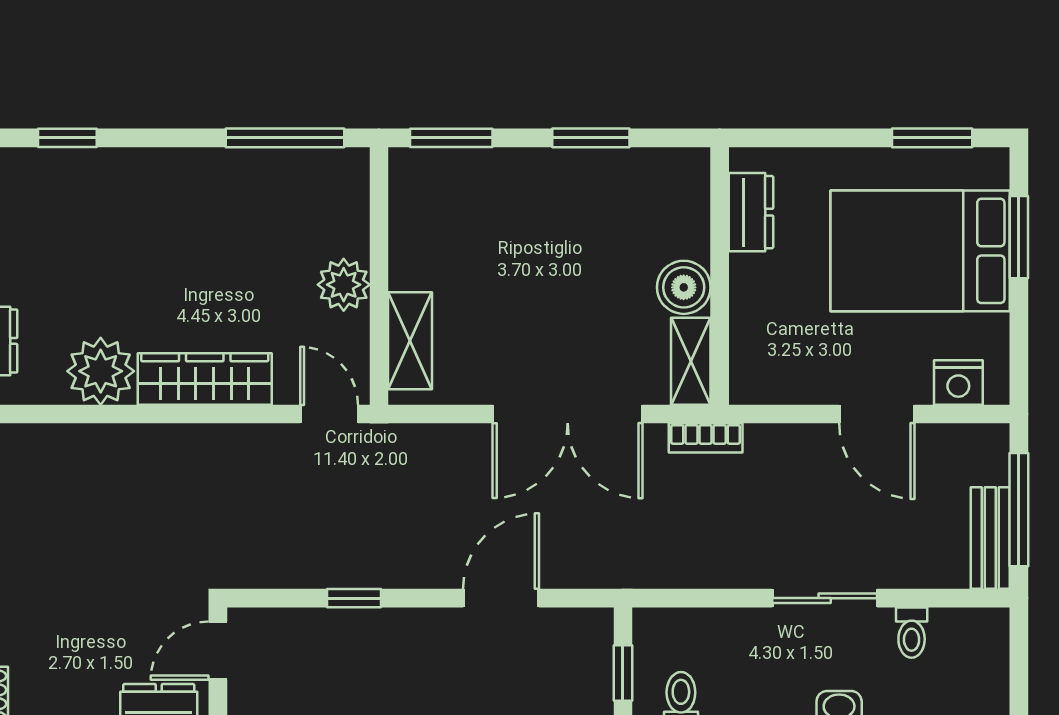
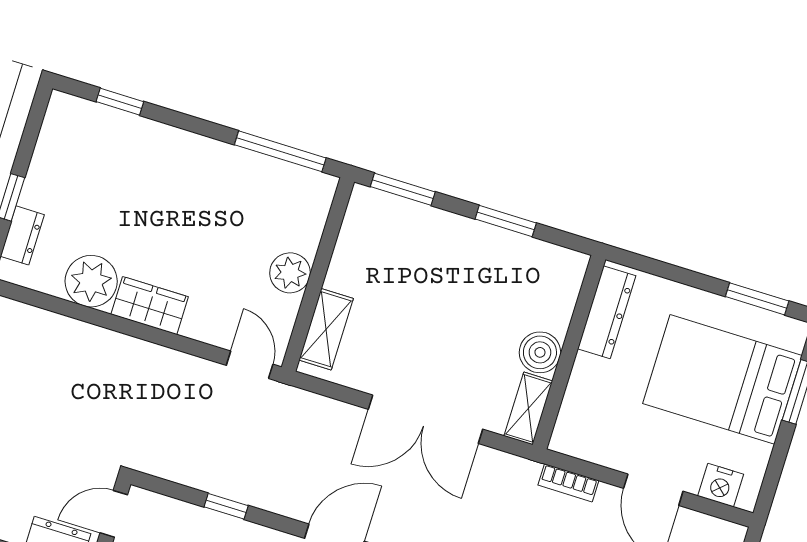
dresser: (751, 212) -> (607, 312), width x1.44
wardrobe: (205, 379) -> (150, 306), width x0.67
bookcase: (706, 438) -> (568, 483), moved

